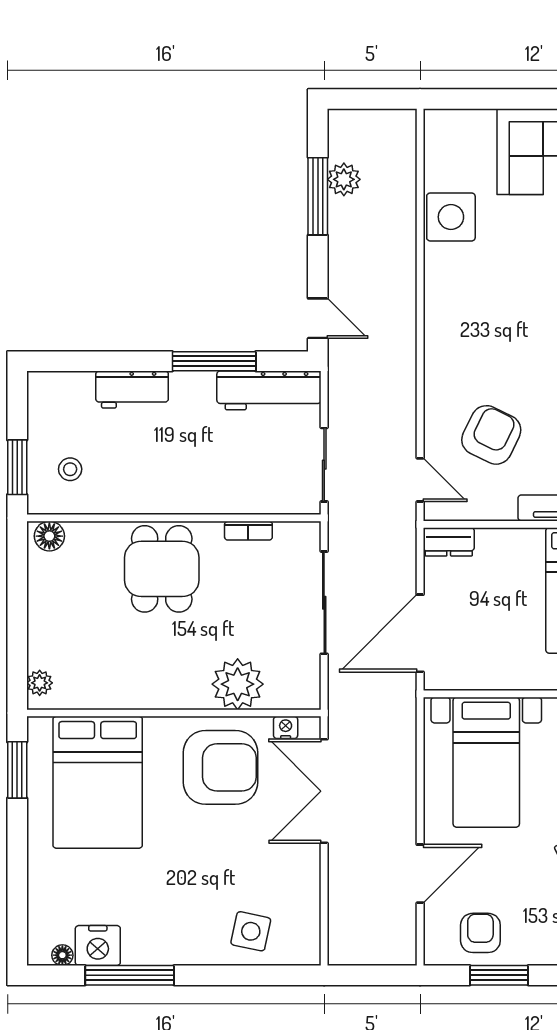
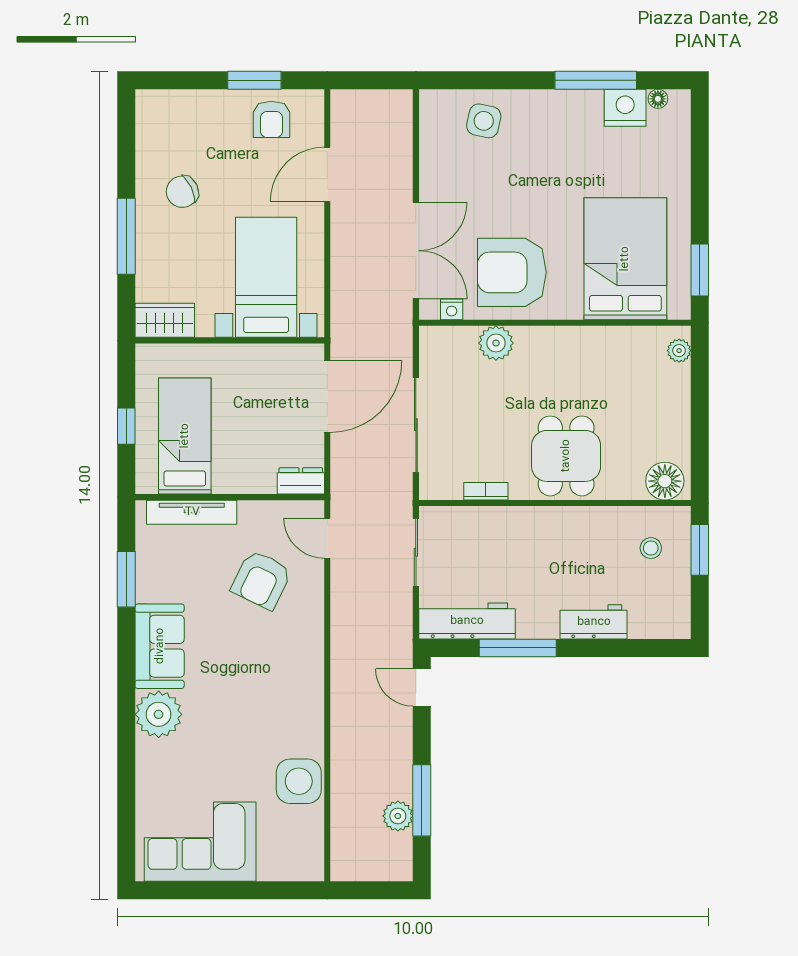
floor lamp: (49, 536) -> (665, 481), width x1.38, depth x1.38
plant: (238, 684) -> (496, 343), width x0.73, depth x0.73

